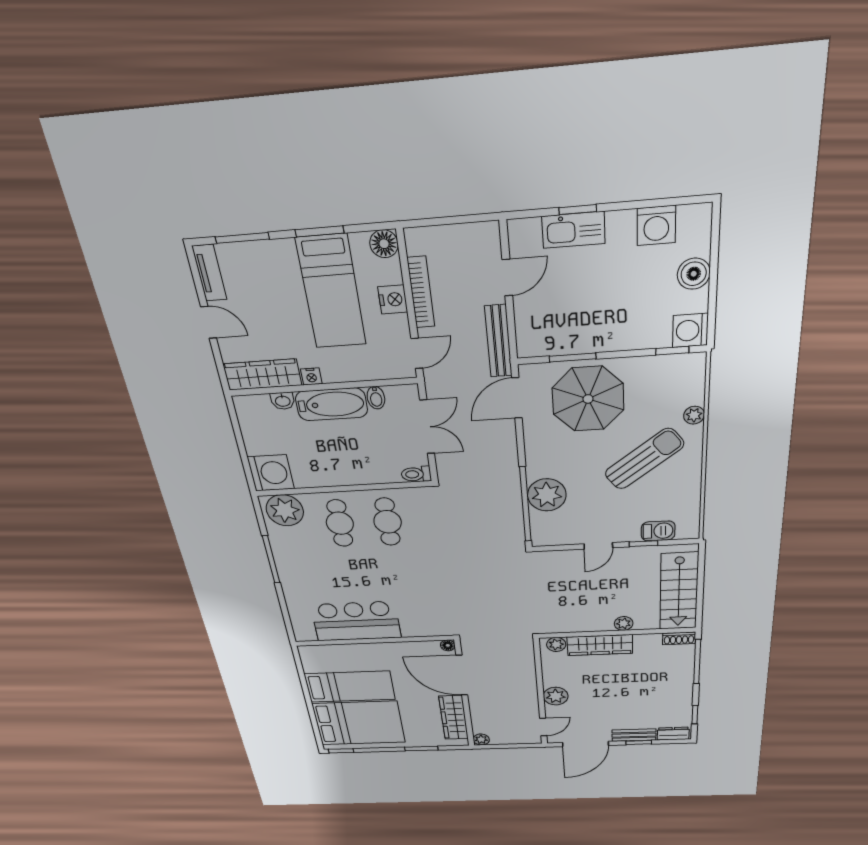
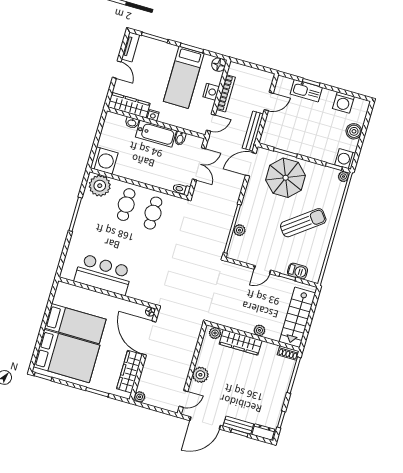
plant: (694, 415) -> (343, 177), moved
plant: (547, 495) -> (240, 230), width x0.53, depth x0.53

